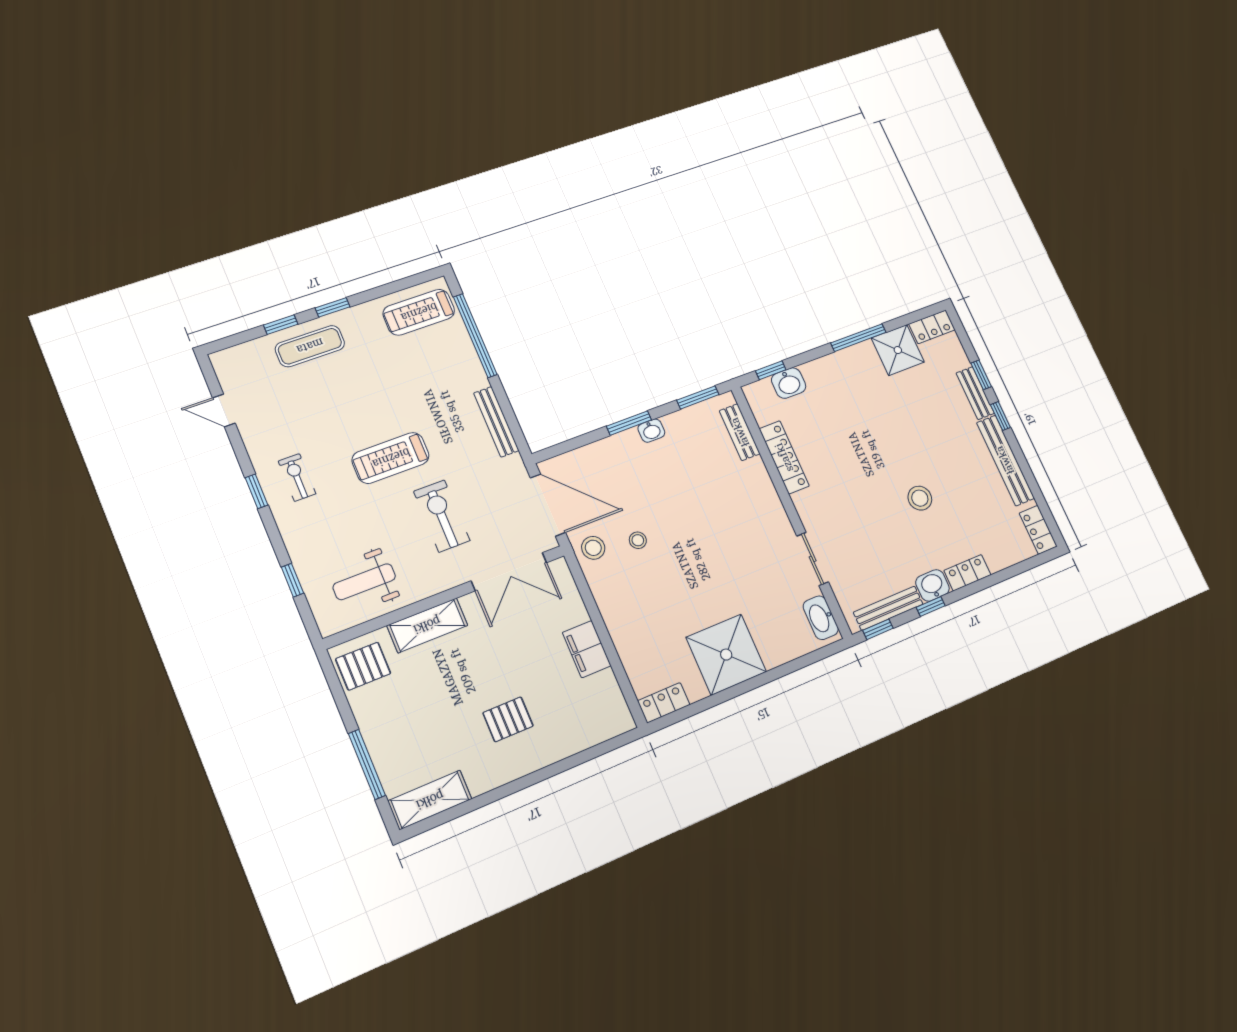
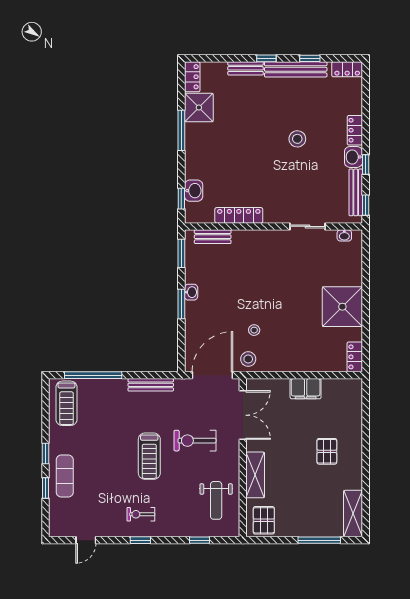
window: (981, 375) -> (310, 58), moved
washbasin: (821, 618) -> (344, 235), width x0.52, depth x0.69

